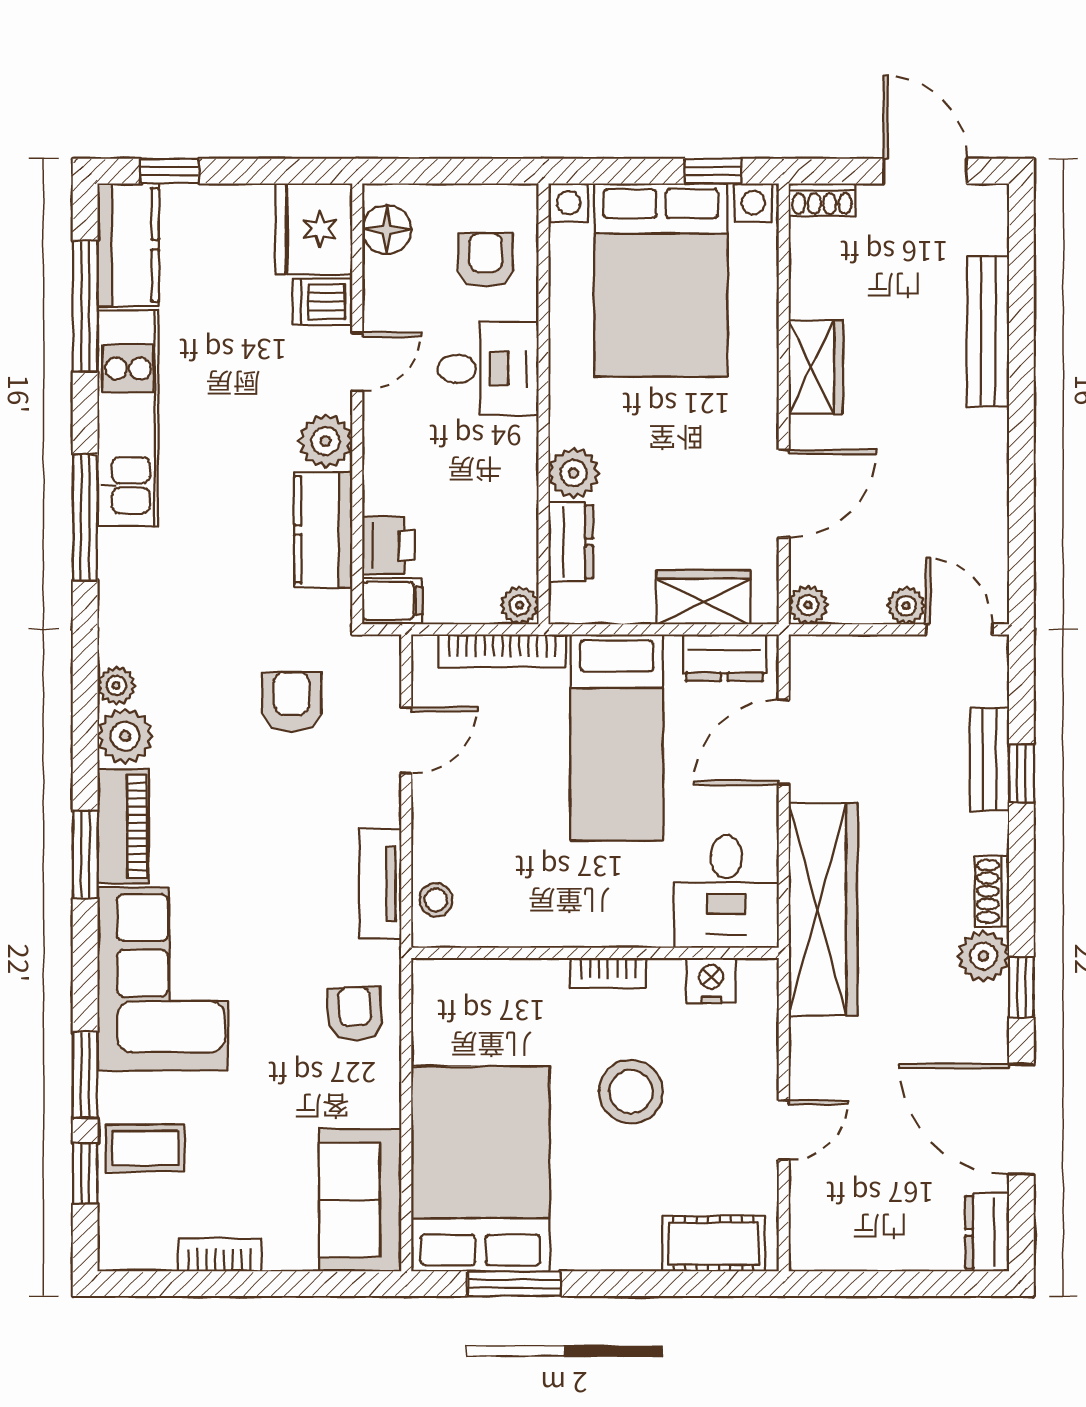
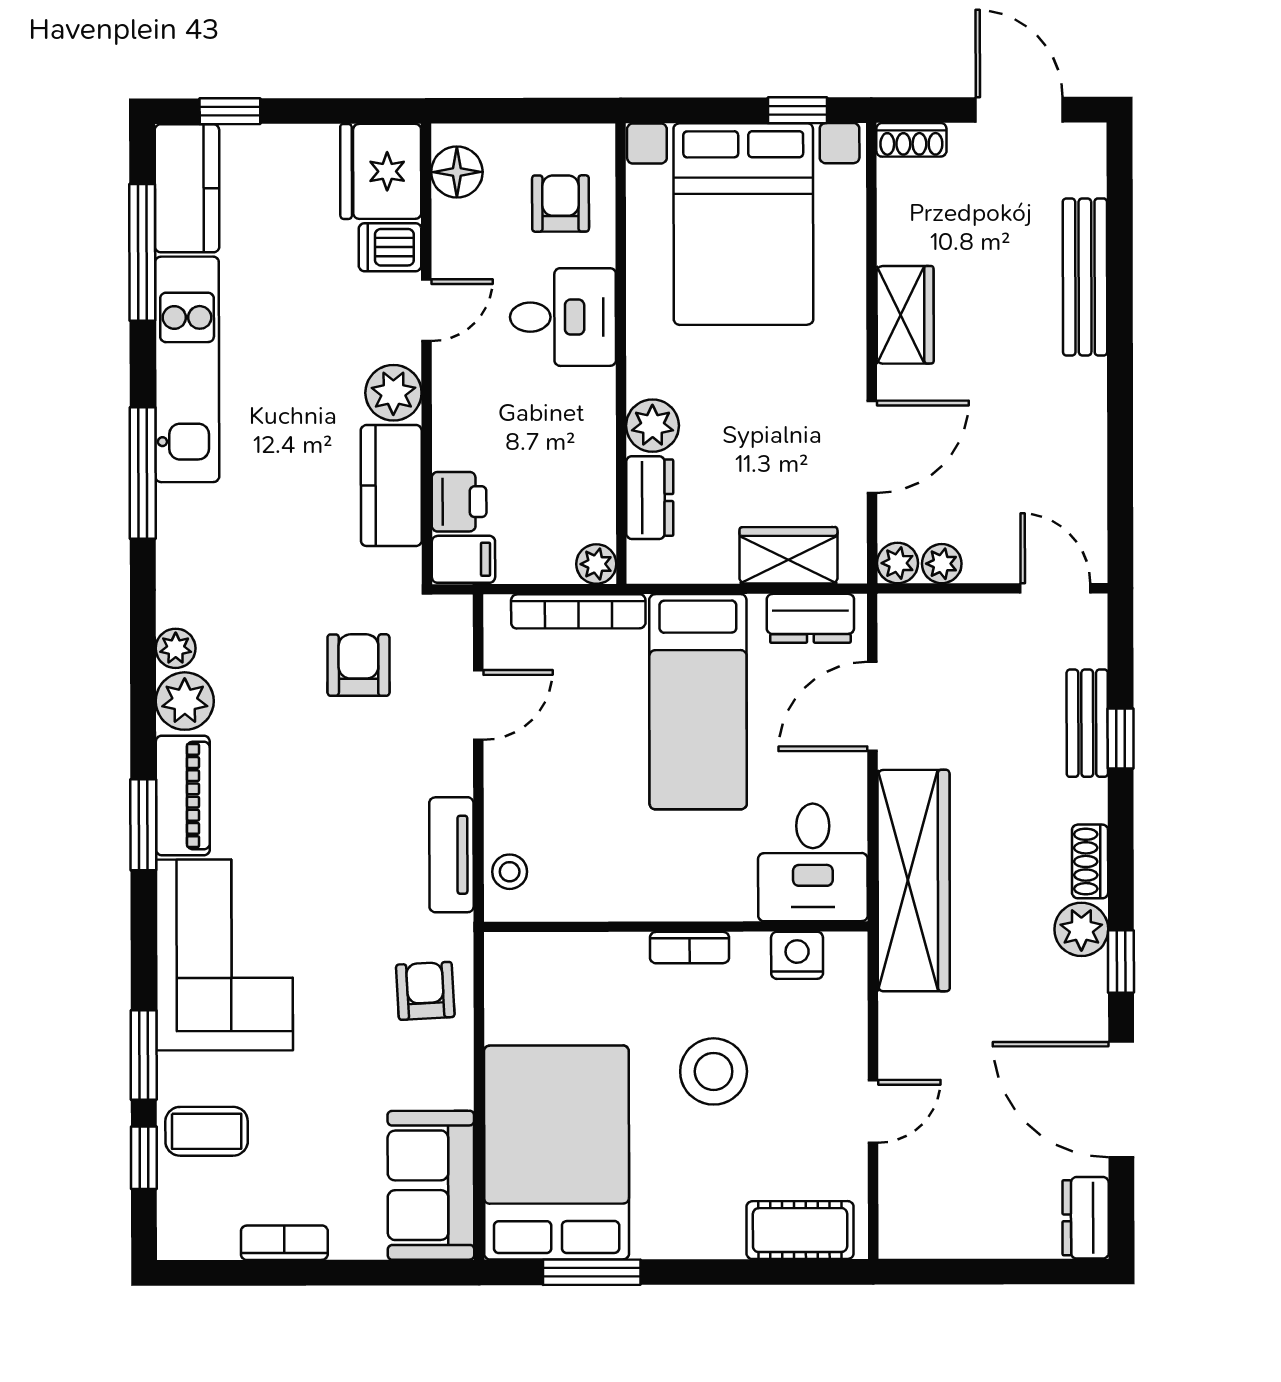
plant: (906, 606) -> (942, 564), moved

